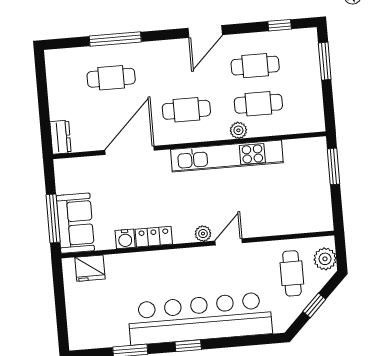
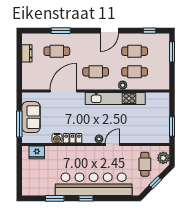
window: (115, 39) -> (61, 31), width x0.69
dresser: (60, 137) -> (27, 53), moved
window: (334, 166) -> (172, 127), moved
sofa: (75, 223) -> (31, 117), moved

